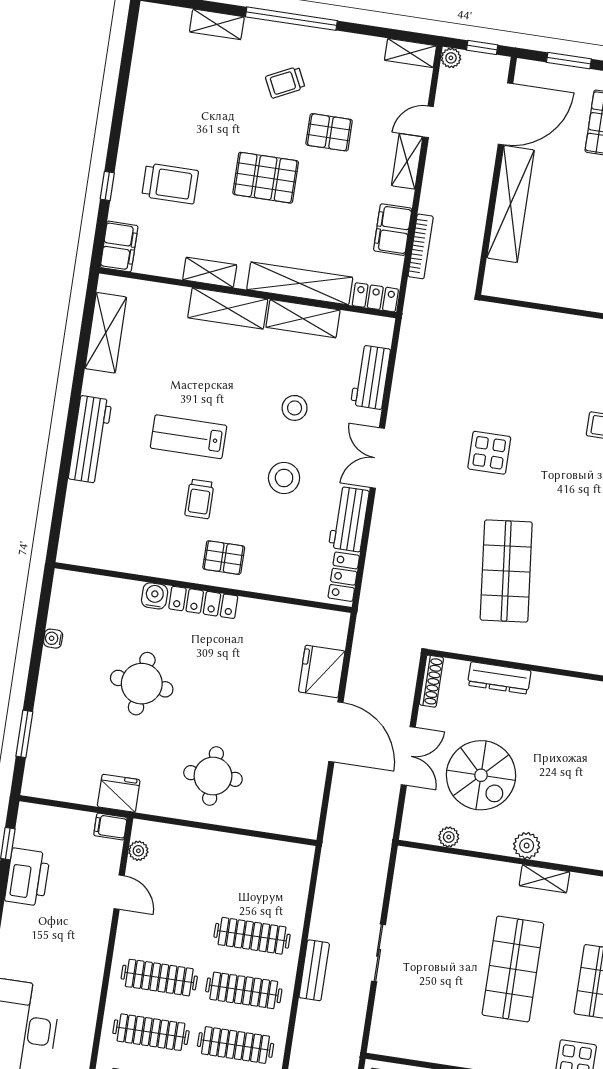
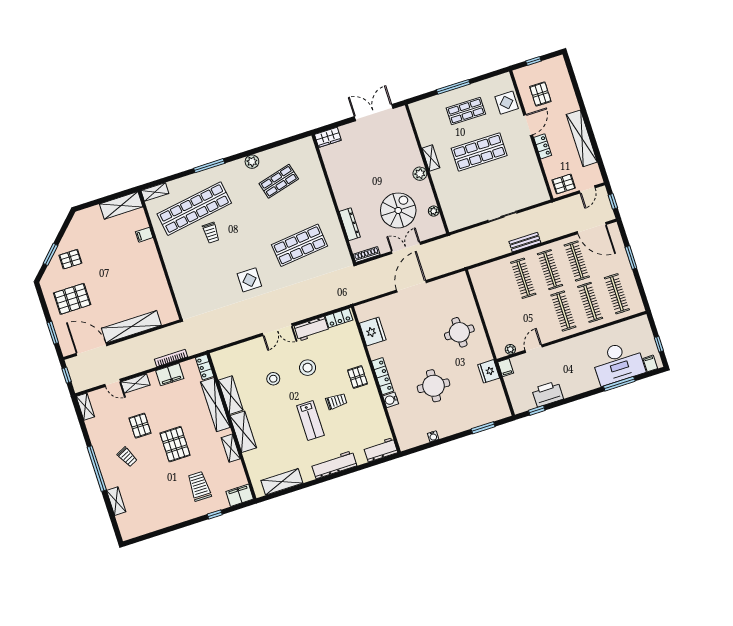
plant: (451, 58) -> (78, 387), removed
workbench: (371, 377) -> (381, 450), moved, turned 180
fridge: (322, 671) -> (373, 332), moved, turned -90

